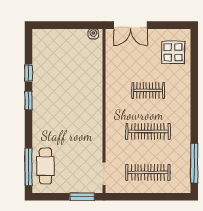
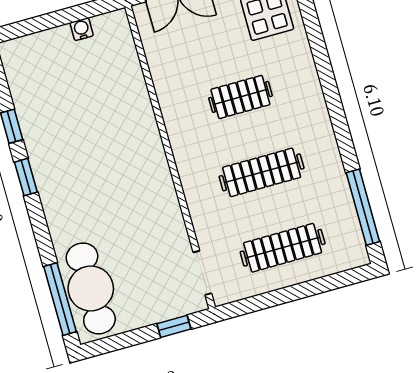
water cooler: (93, 34) -> (82, 29), moved
cafe table: (45, 166) -> (91, 288), width x1.37, depth x1.35
window: (82, 197) -> (174, 326), width x0.67

